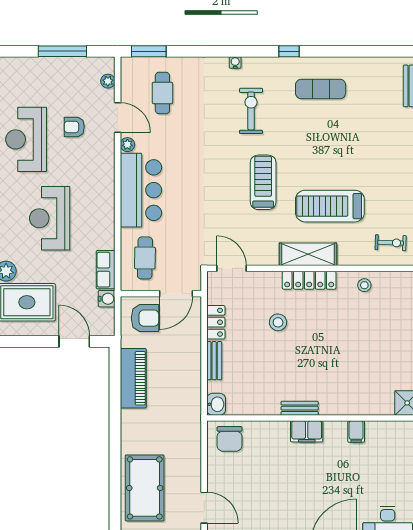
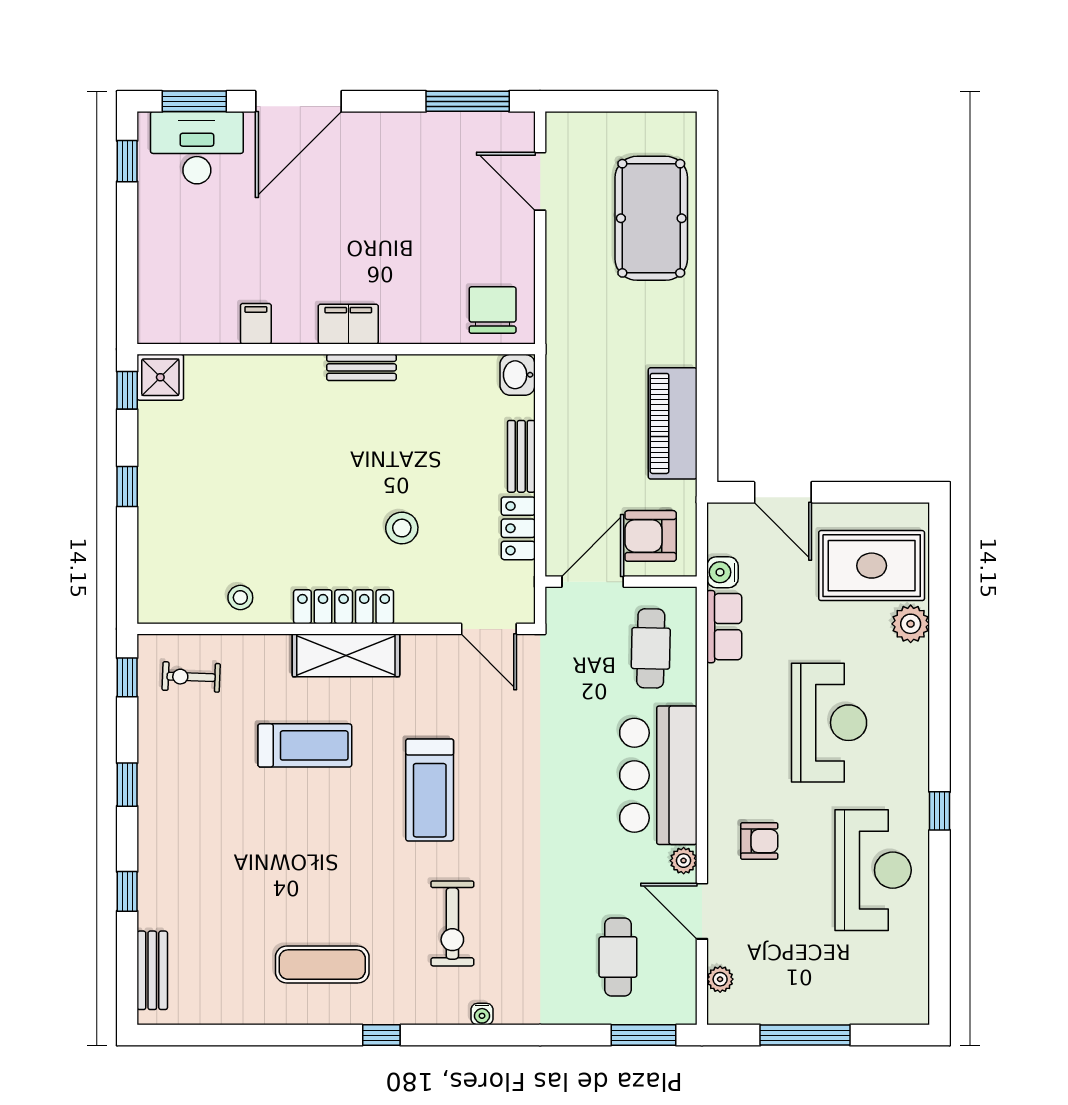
armchair: (74, 127) -> (759, 841), moved
treadmill: (330, 206) -> (305, 745), width x0.73, depth x0.73

